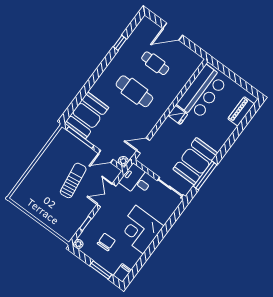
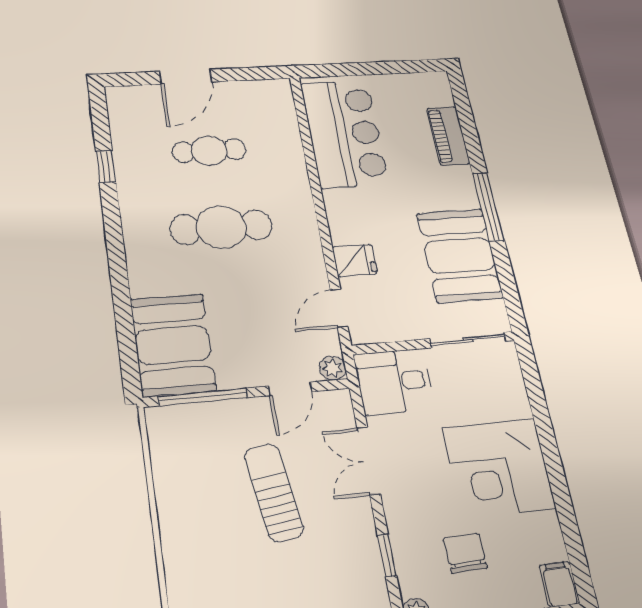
piano: (241, 111) -> (448, 136), moved
fridge: (178, 115) -> (355, 260), moved
window: (205, 176) -> (488, 207), moved

